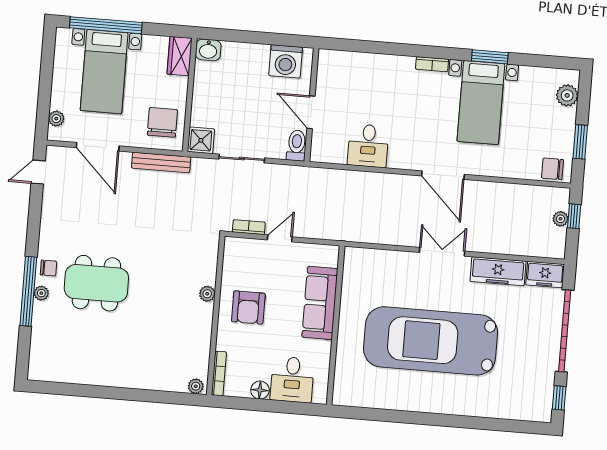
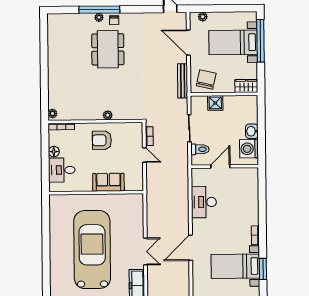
washbasin: (208, 50) -> (252, 131), moved
chair: (162, 122) -> (206, 79), turned -77
shower: (201, 140) -> (215, 103), moved
toilet: (297, 145) -> (200, 149), moved
desk: (368, 146) -> (204, 202), width x1.37
door: (98, 147) -> (188, 43), hinge flipped
sofa: (320, 303) -> (108, 182), width x0.73

